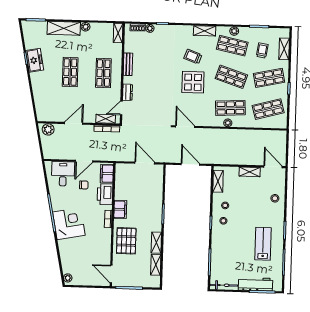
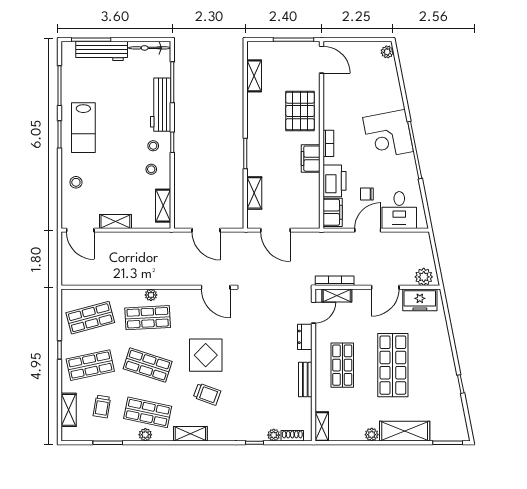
freezer: (35, 60) -> (420, 300), moved, turned -79
shop shelf: (70, 72) -> (393, 365), width x1.43, depth x1.36
shelving: (156, 243) -> (254, 193), moved
lab bench: (263, 244) -> (83, 128), moved
workbench: (218, 248) -> (161, 105), added

